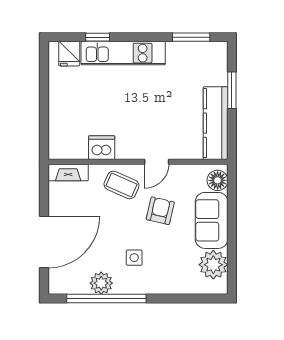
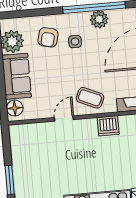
kitchen counter: (216, 123) -> (20, 153), removed
armchair: (160, 211) -> (48, 37), moved

